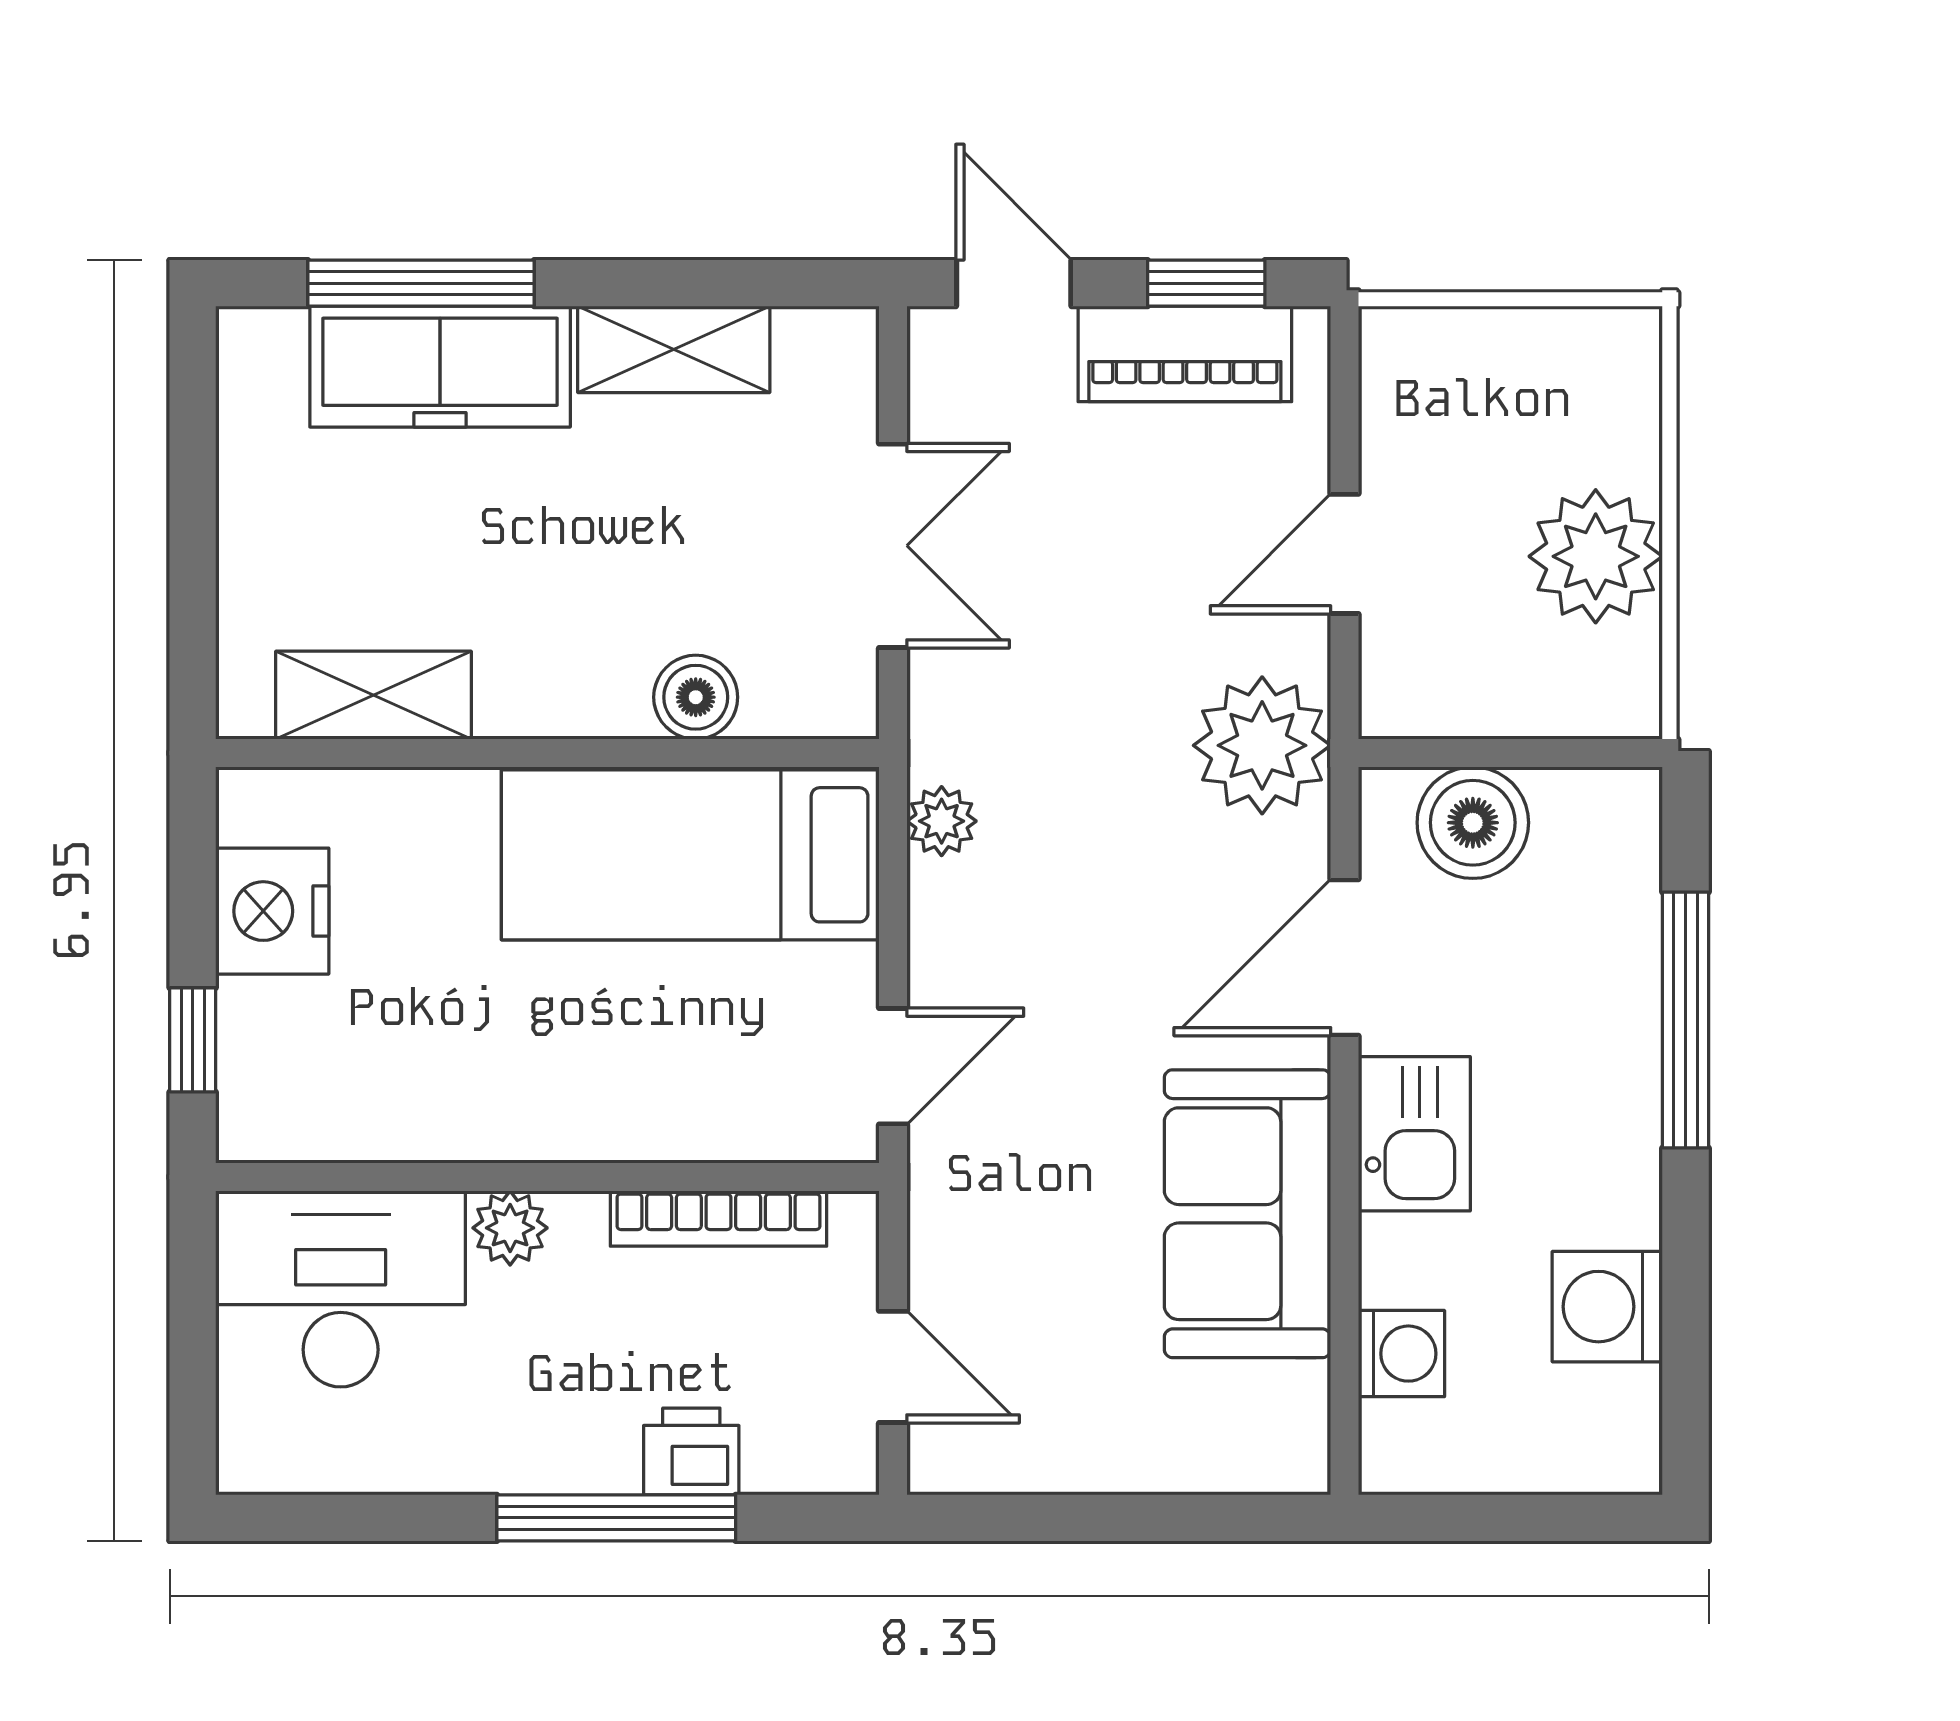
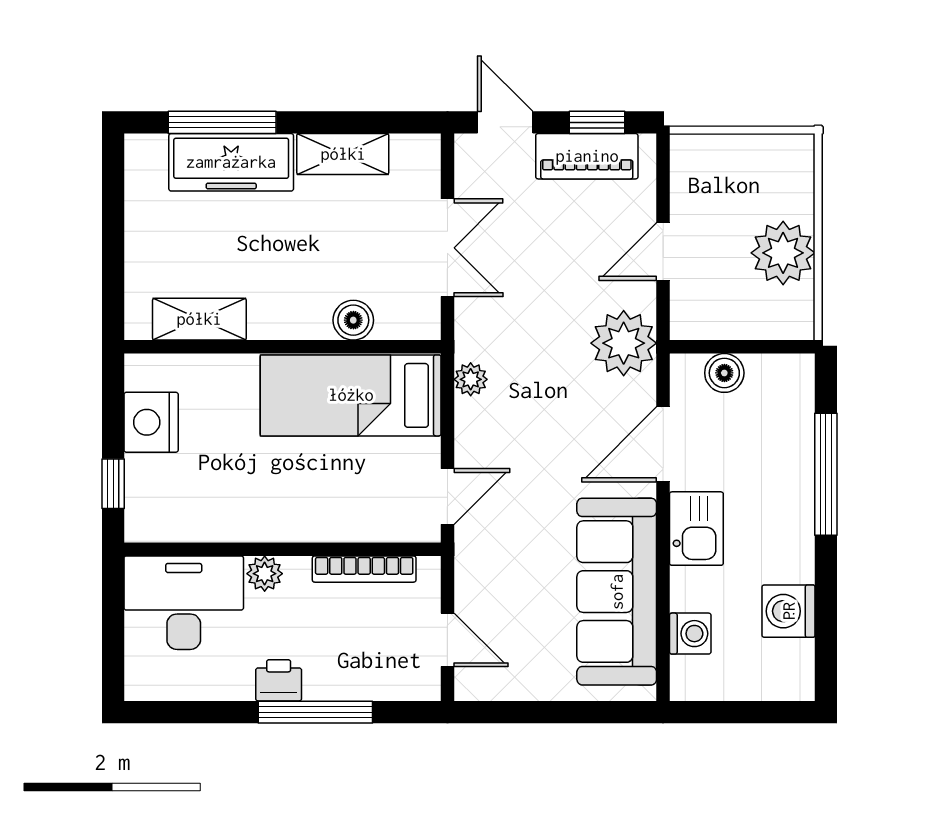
boiler: (1473, 823) -> (724, 373), width x0.73, depth x0.73
sofa: (1247, 1214) -> (617, 592), width x1.36
printer: (691, 1451) -> (279, 680), moved

